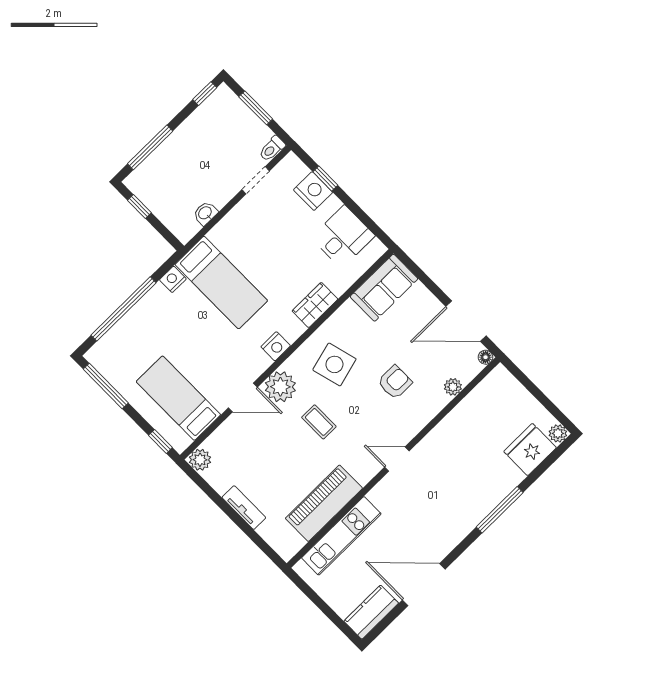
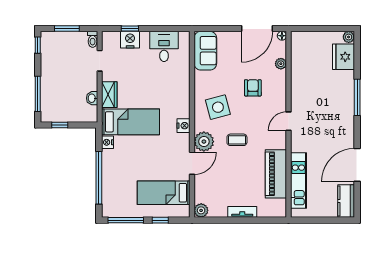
wardrobe: (315, 305) -> (109, 95), moved, turned 180
window: (160, 441) -> (160, 220), moved

